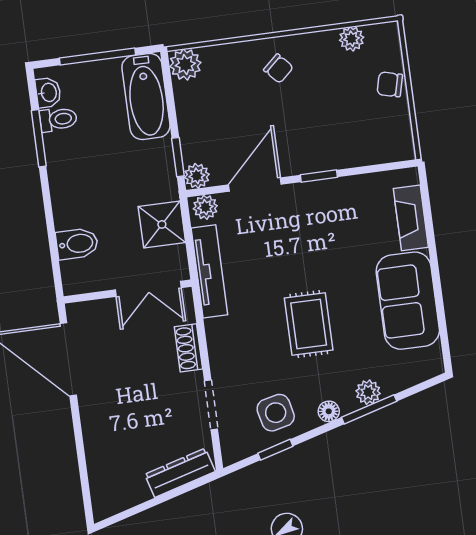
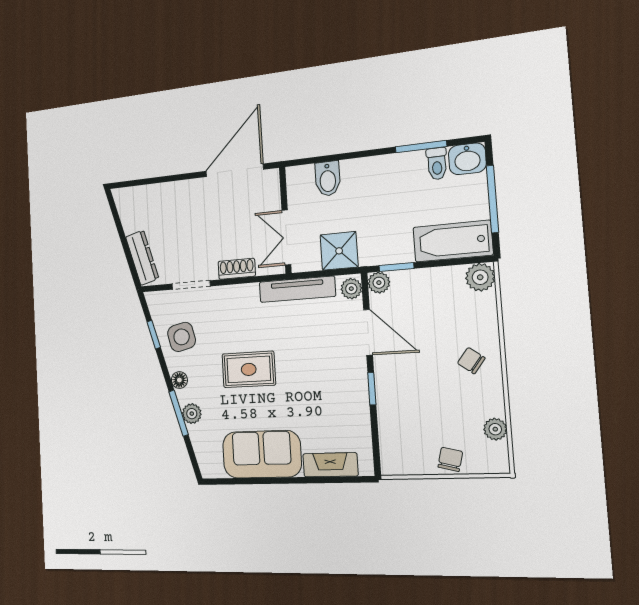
chair: (278, 69) -> (471, 361), turned 79
washbasin: (48, 92) -> (467, 159), width x1.38, depth x1.45

